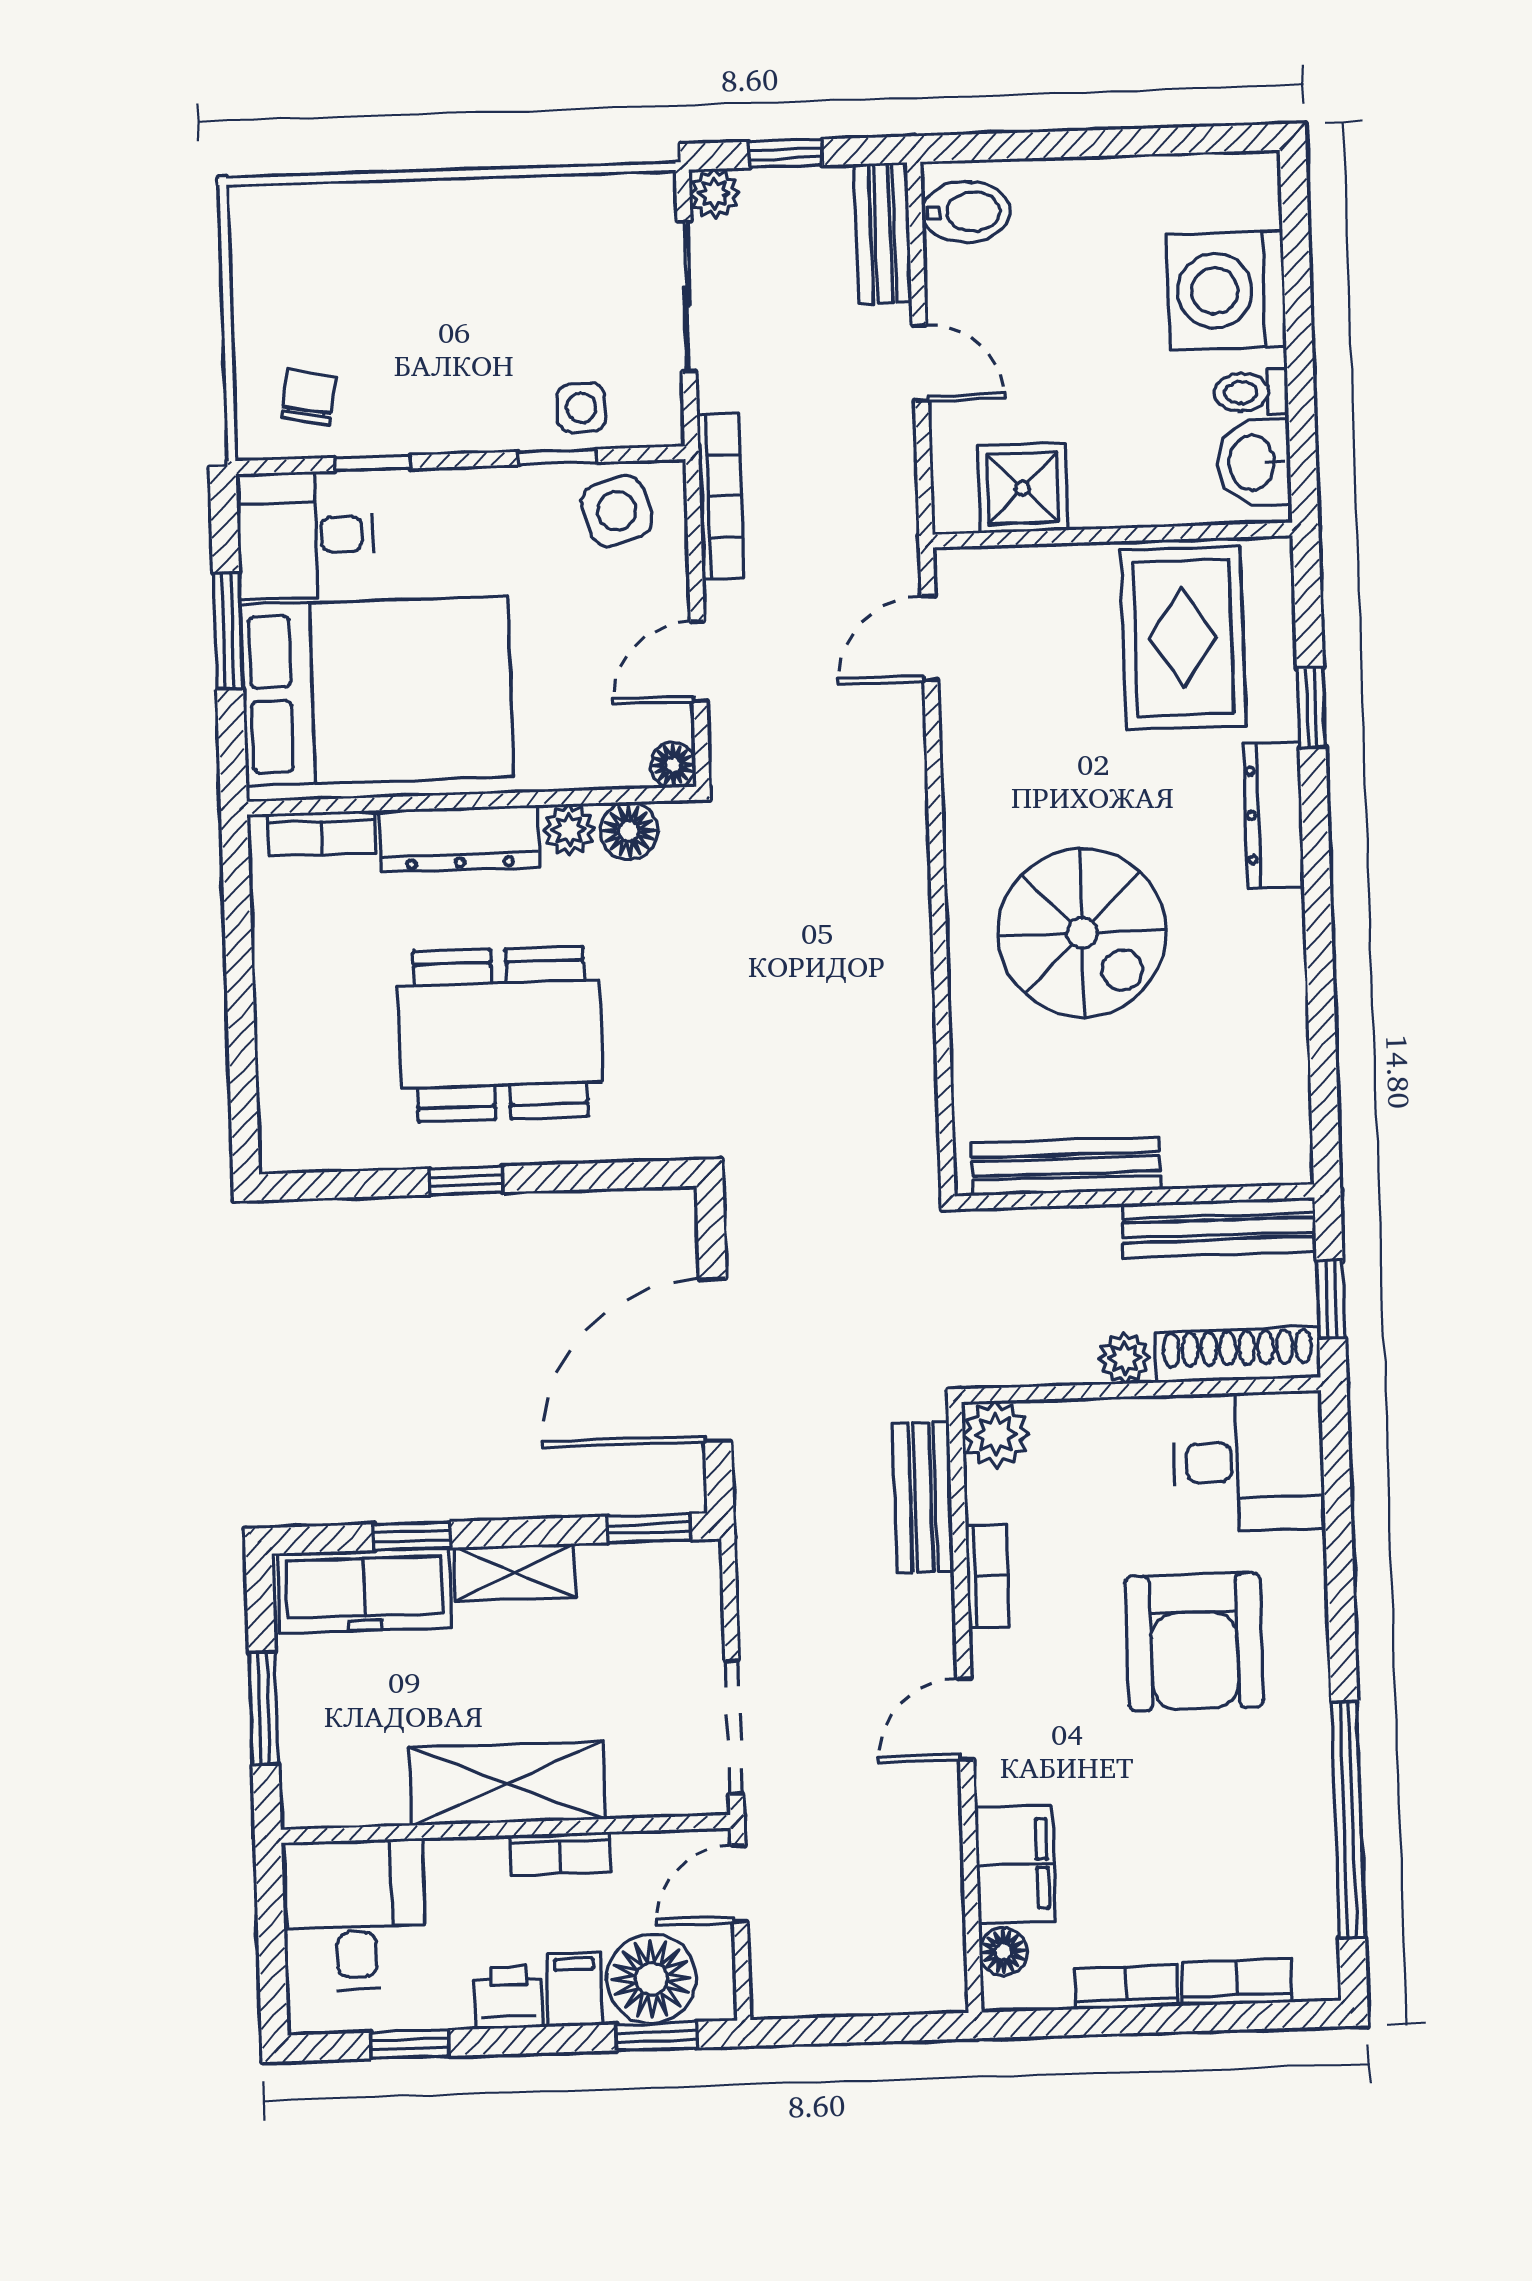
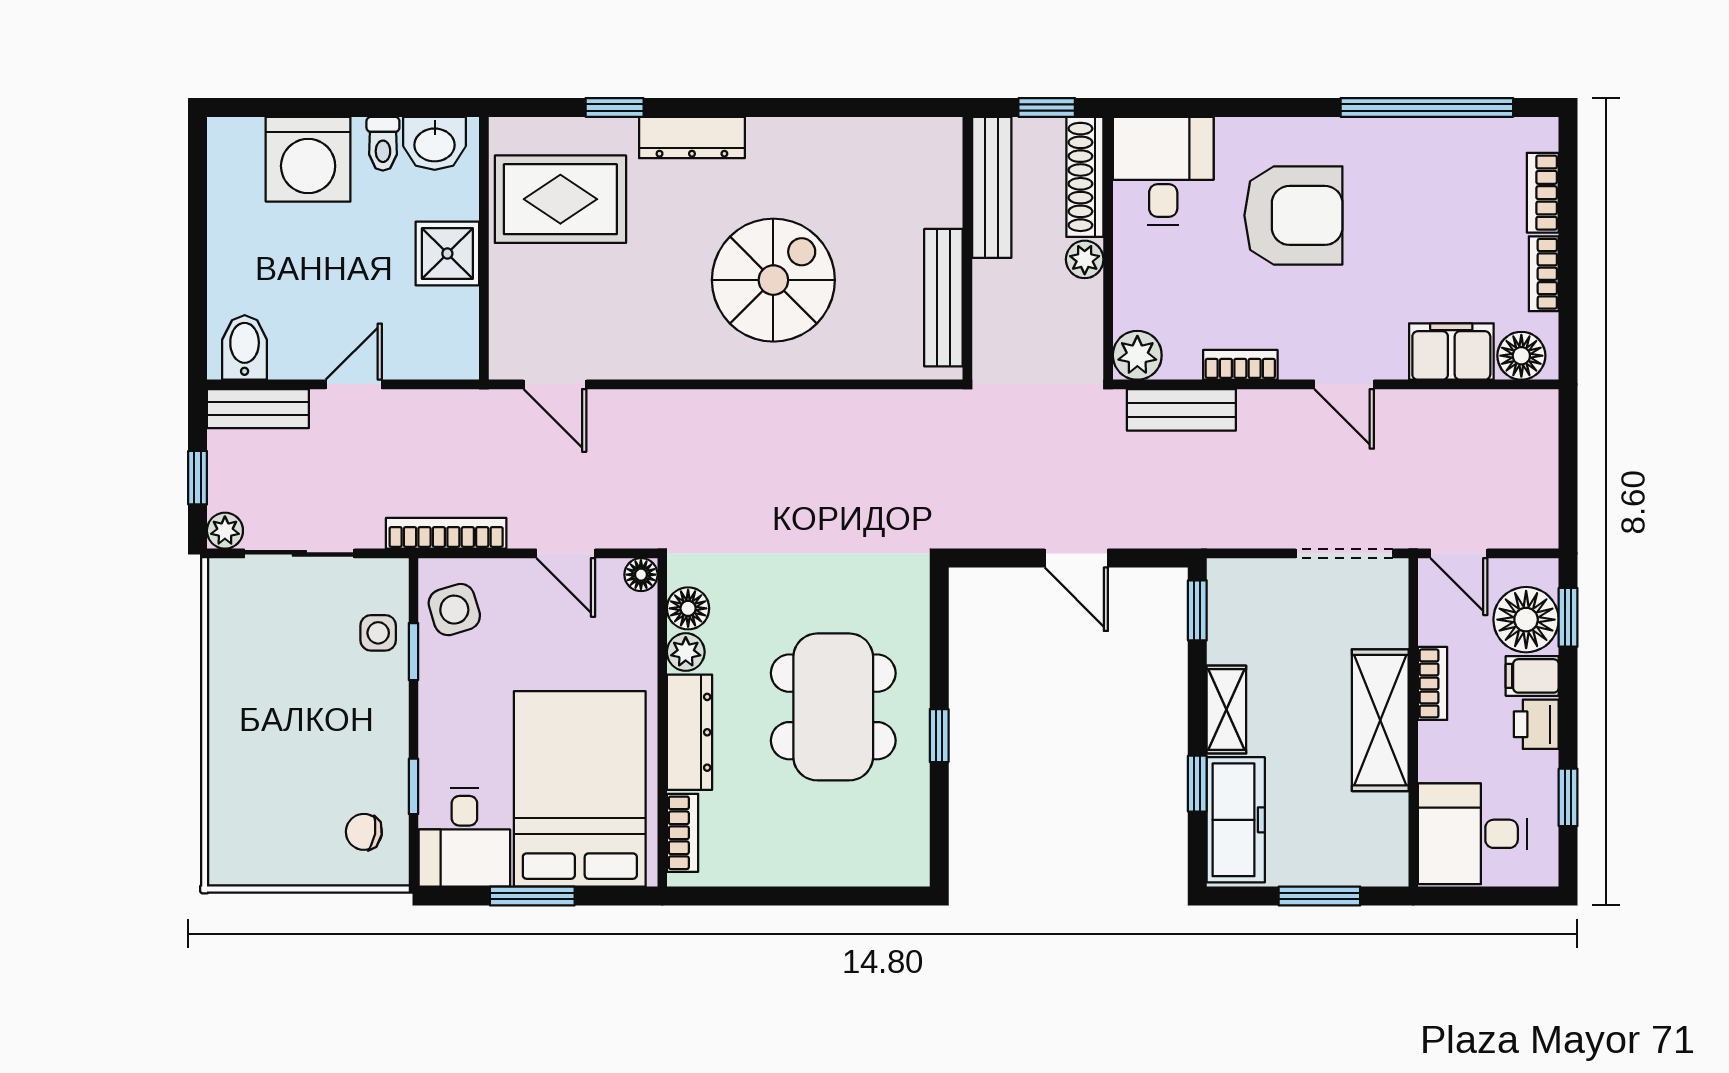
shower: (1022, 488) -> (447, 253), moved
door: (715, 1360) -> (1076, 558), width x0.53
floor lamp: (1003, 1952) -> (1521, 356), width x1.37, depth x1.37

